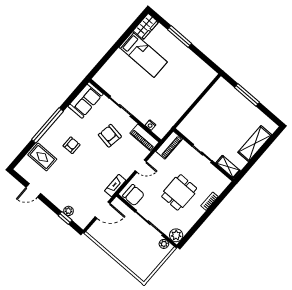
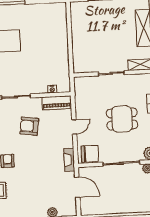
piano: (169, 145) -> (80, 91), removed
dining table: (179, 192) -> (122, 119), turned 90
door: (103, 210) -> (77, 187), hinge flipped

